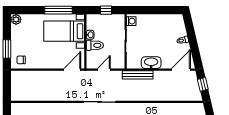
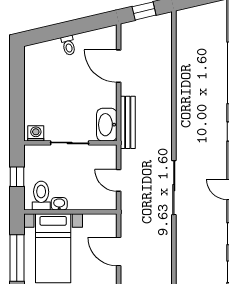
toilet: (95, 45) -> (41, 196), moved
washbasin: (151, 63) -> (107, 125), moved
door: (72, 70) -> (119, 252), moved
door: (181, 70) -> (119, 66), moved

